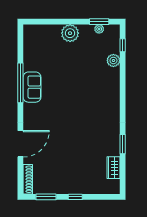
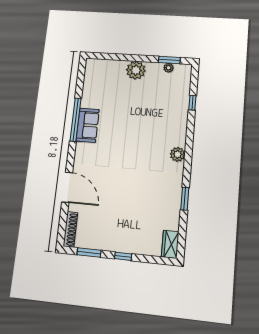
window: (123, 45) -> (192, 103), moved
plant: (113, 60) -> (178, 154), moved
door: (20, 144) -> (67, 187), hinge flipped
wardrobe: (113, 168) -> (170, 244), moved

